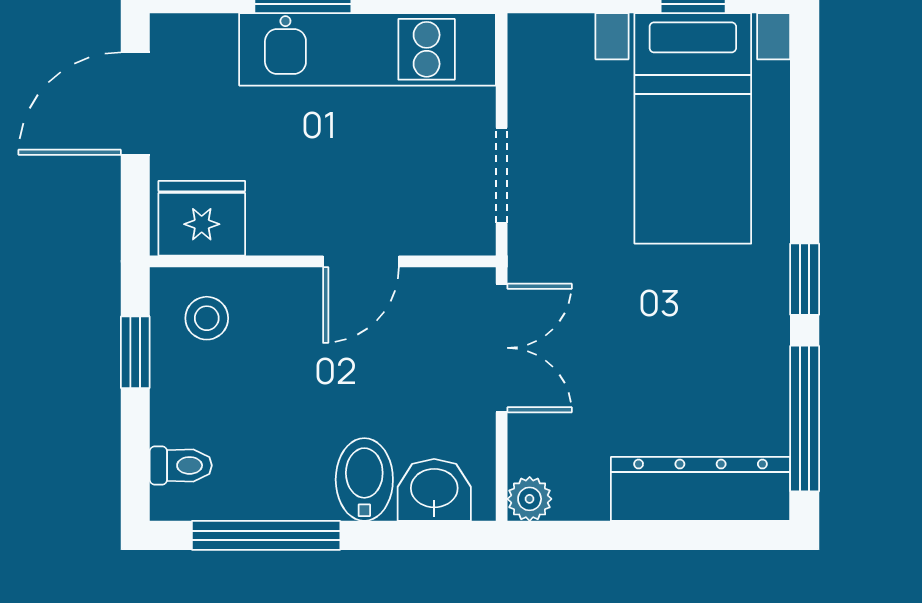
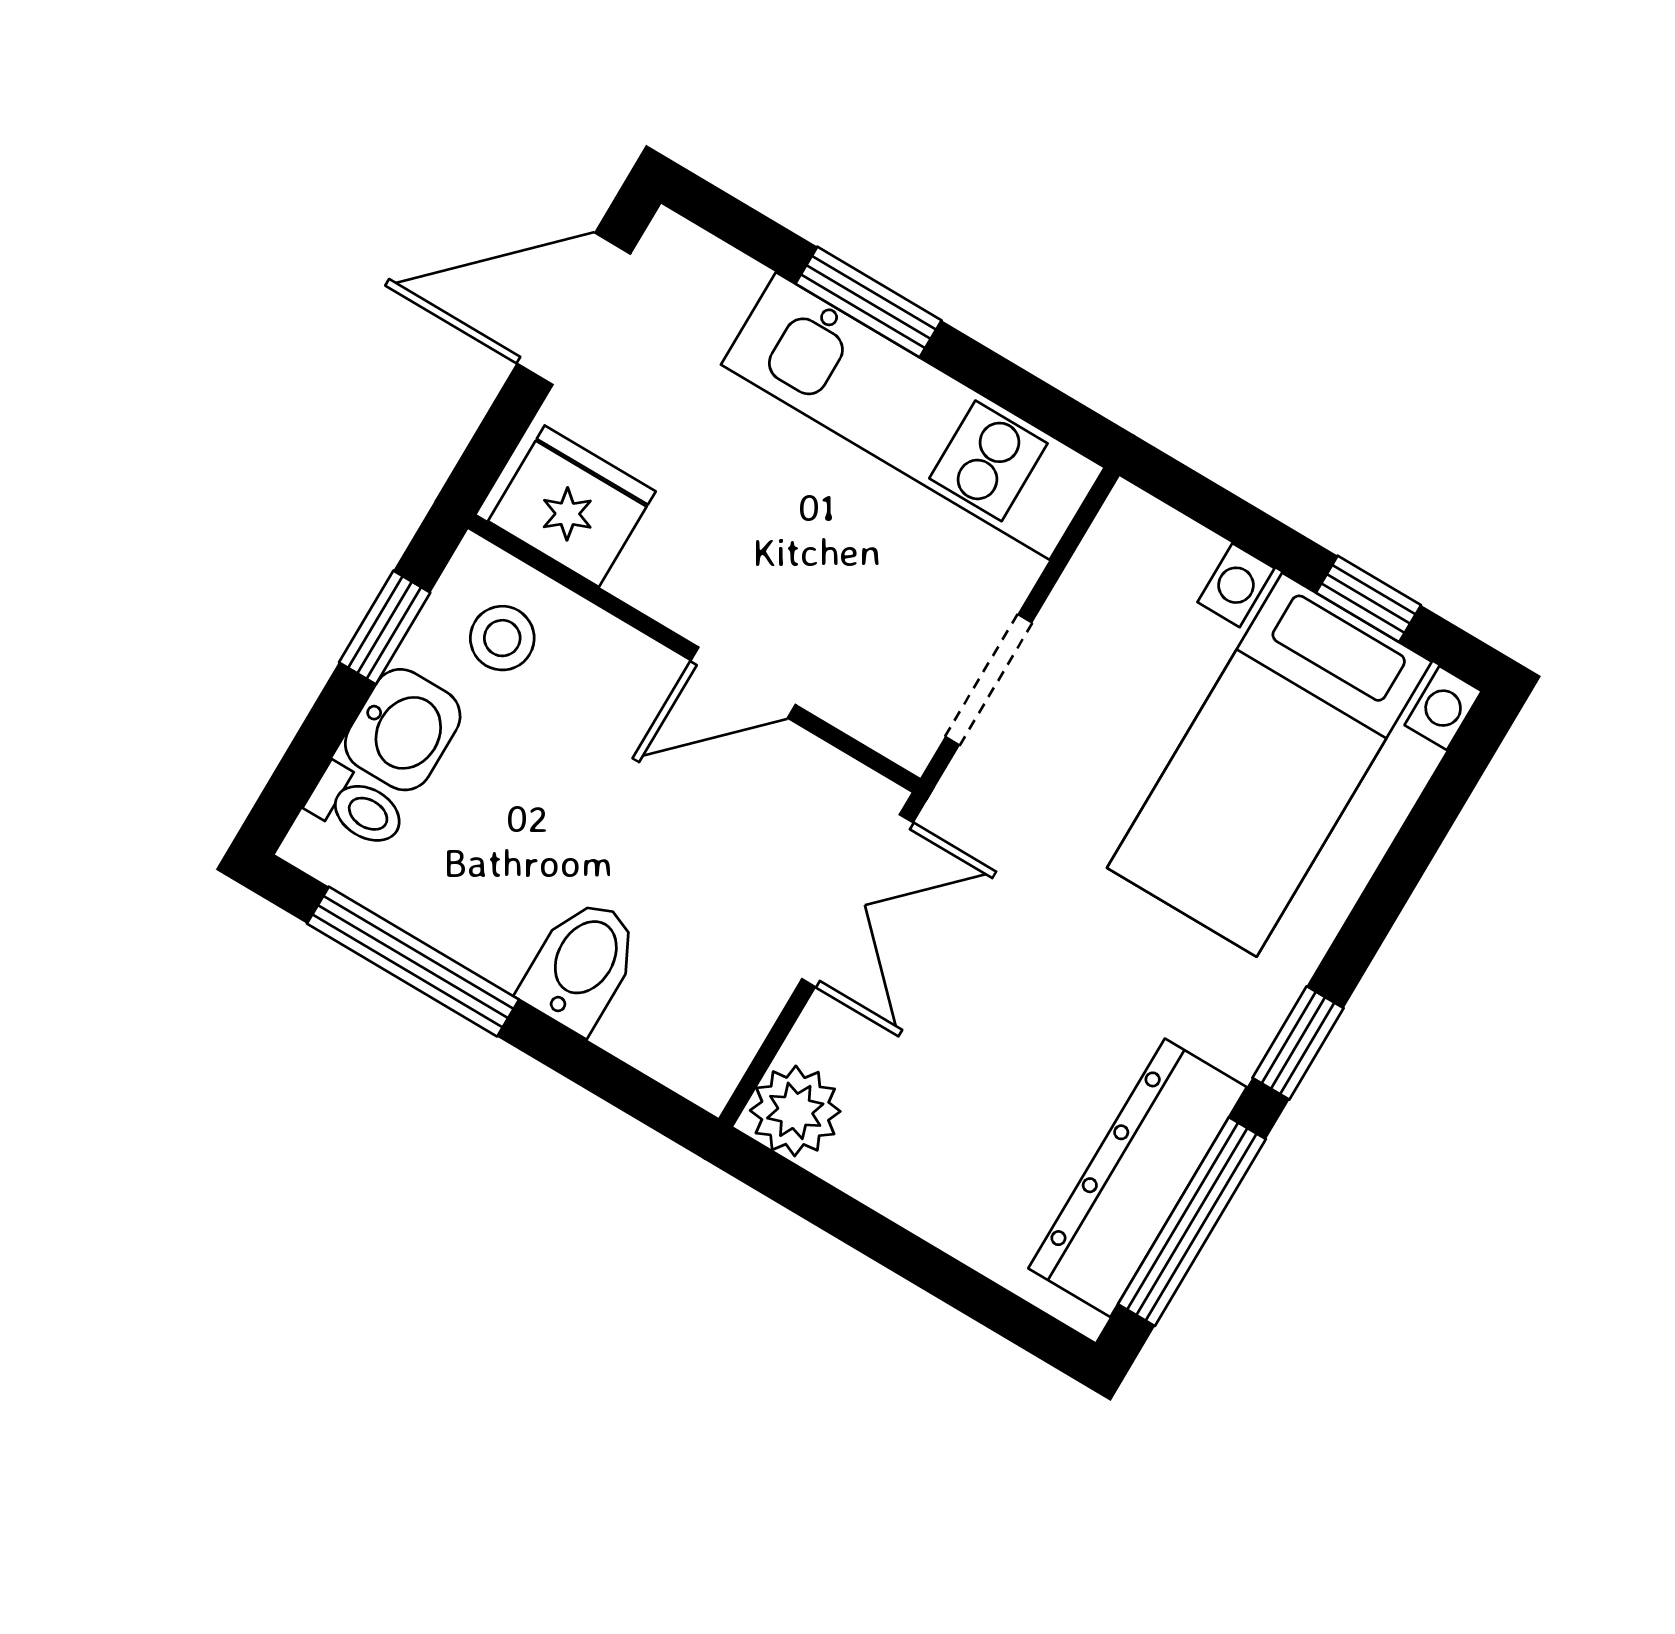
dresser: (700, 489) -> (1138, 1178), moved, turned -90
washbasin: (434, 490) -> (403, 730), moved, turned 90
plant: (530, 499) -> (795, 1111), width x1.38, depth x1.38

